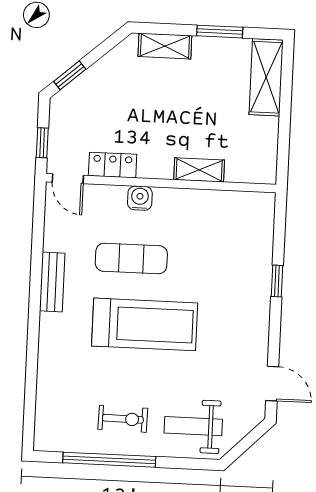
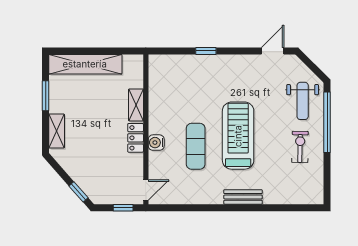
shelving: (266, 77) -> (85, 64), width x1.47
locker: (113, 165) -> (136, 138), moved
bench: (52, 282) -> (243, 197), moved
window: (109, 460) -> (327, 122), moved

